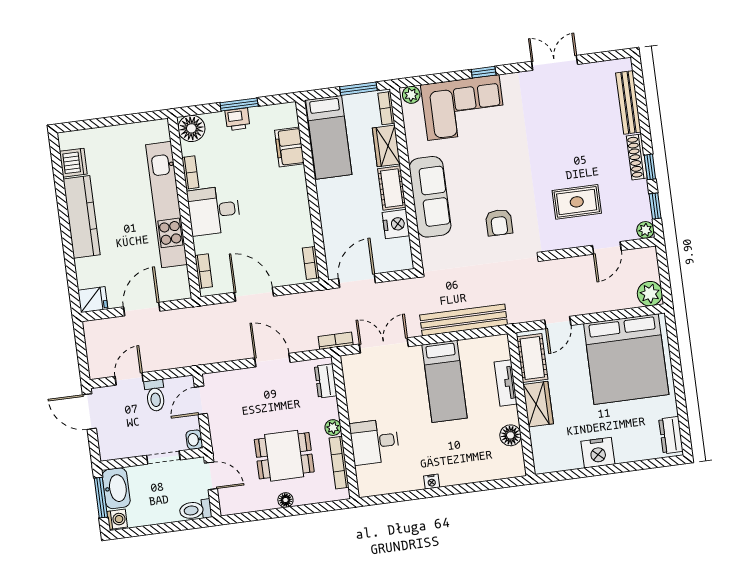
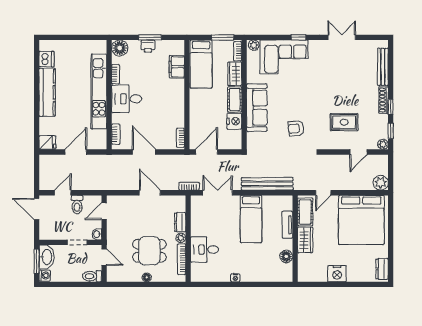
armchair: (499, 223) -> (296, 128), turned 84
dresser: (326, 381) -> (180, 222), moved

